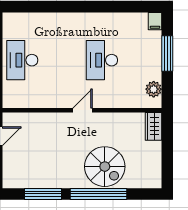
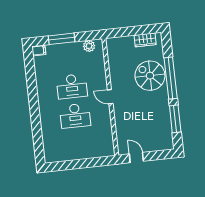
desk: (22, 60) -> (75, 116), moved
wardrobe: (153, 126) -> (145, 40), moved
spiral stairs: (105, 167) -> (150, 76), turned -90

